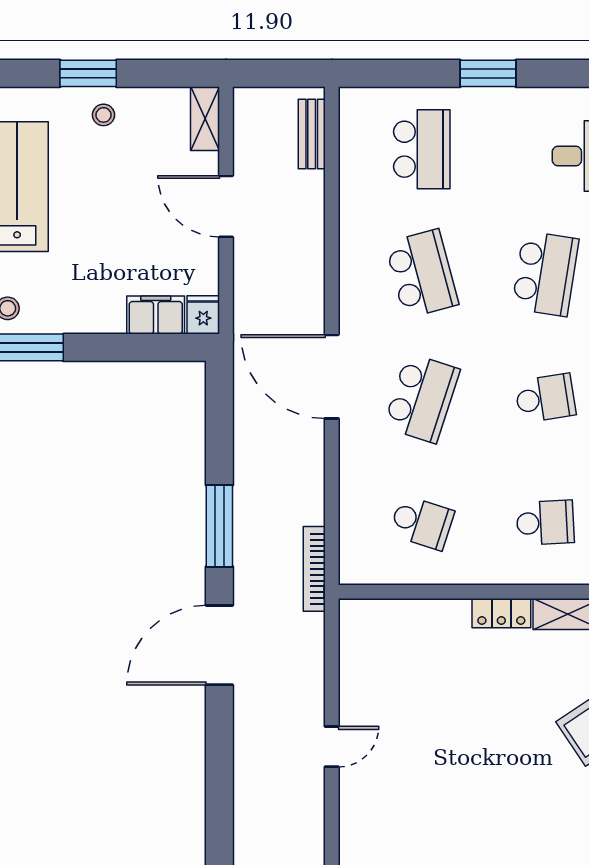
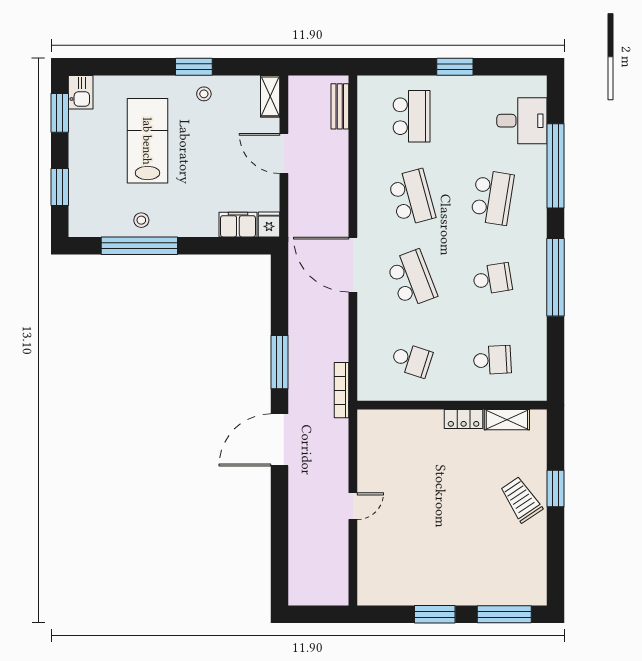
school desk: (422, 398) -> (412, 279), turned -39

